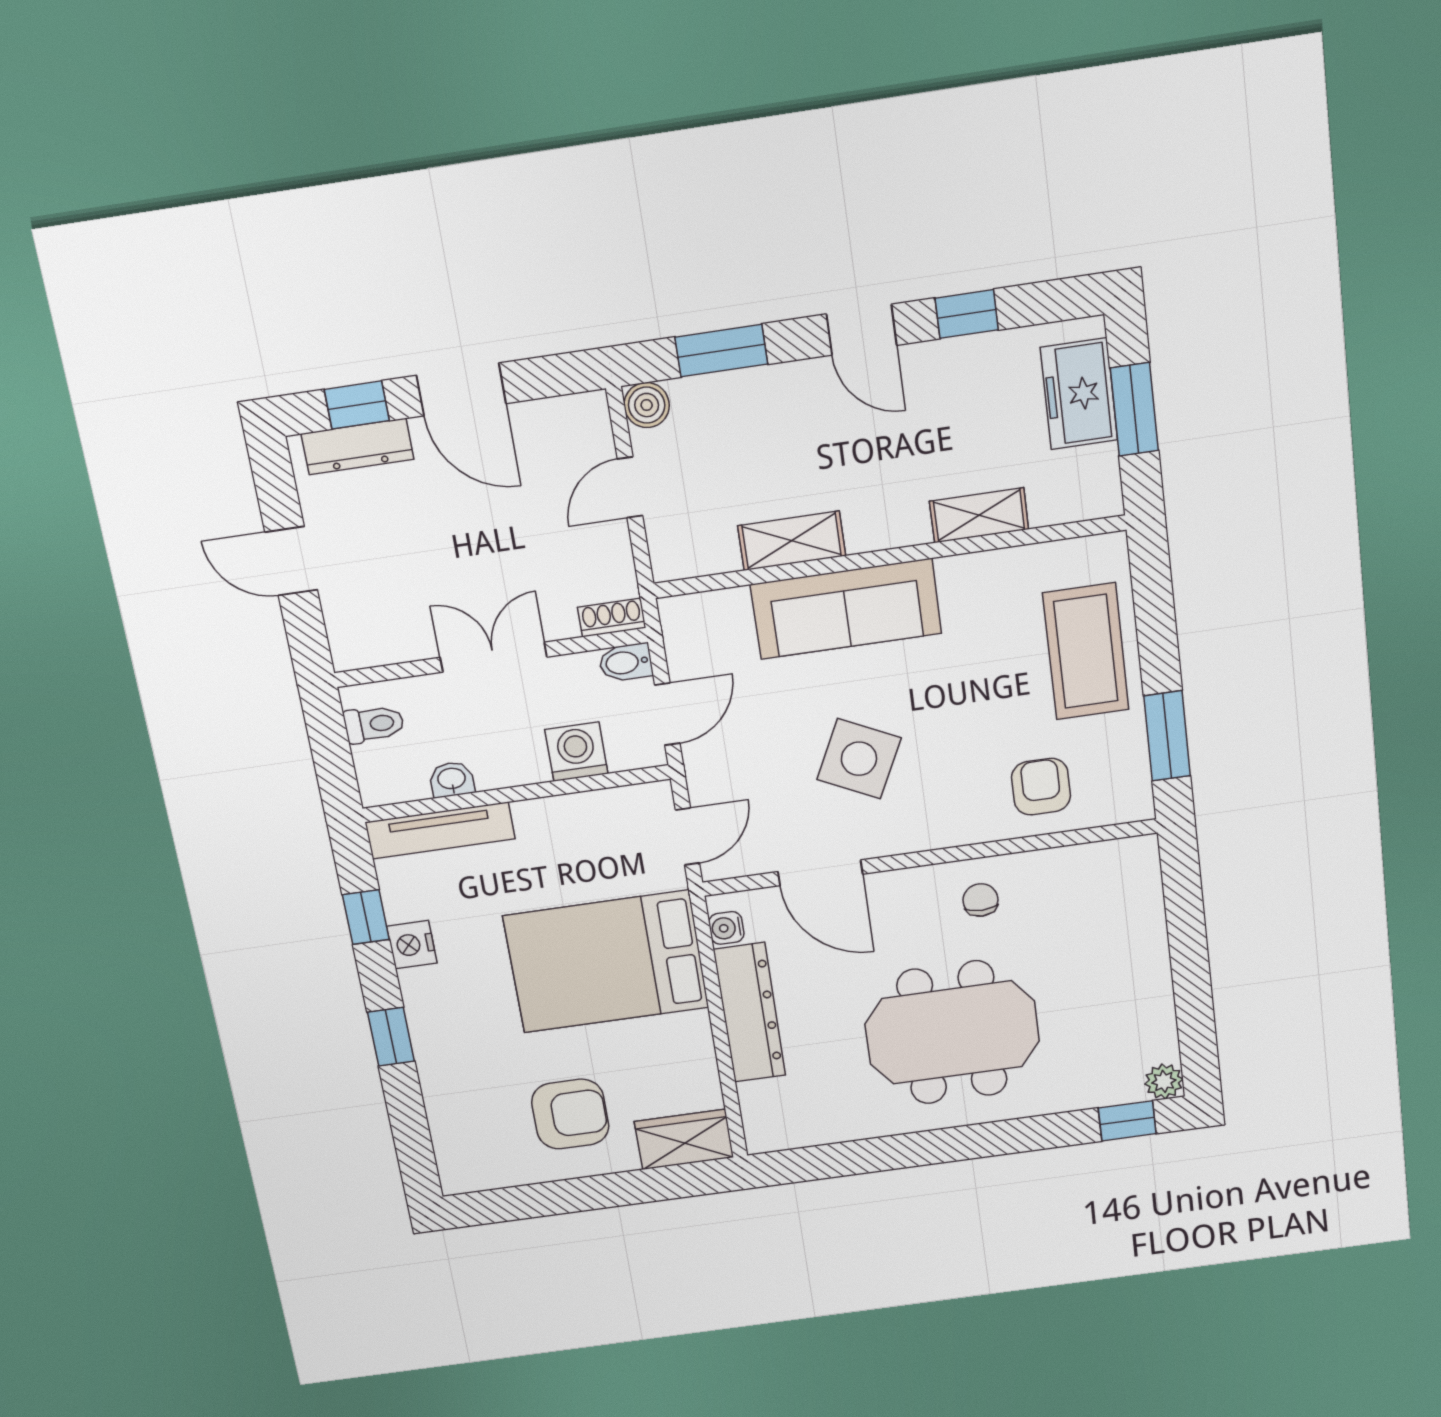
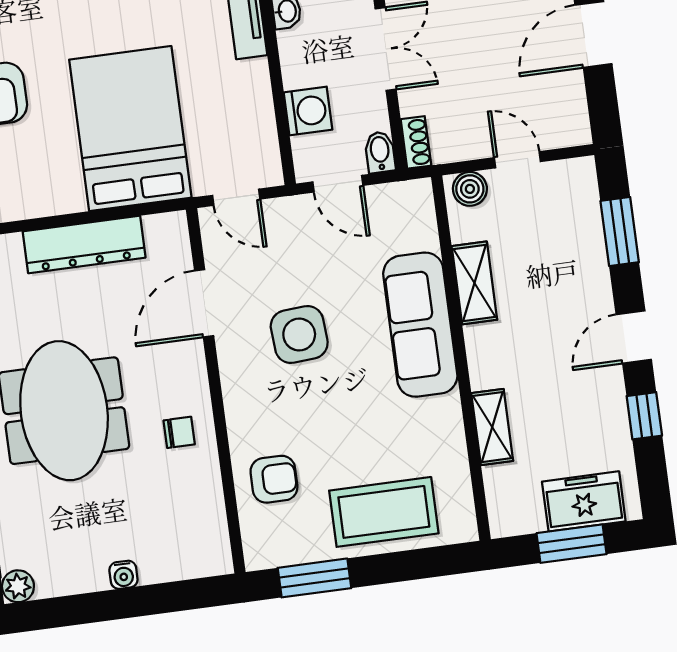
boiler: (647, 405) -> (470, 189), moved
side table: (859, 759) -> (299, 334), turned -30
water cooler: (726, 928) -> (123, 575), moved, turned 180

